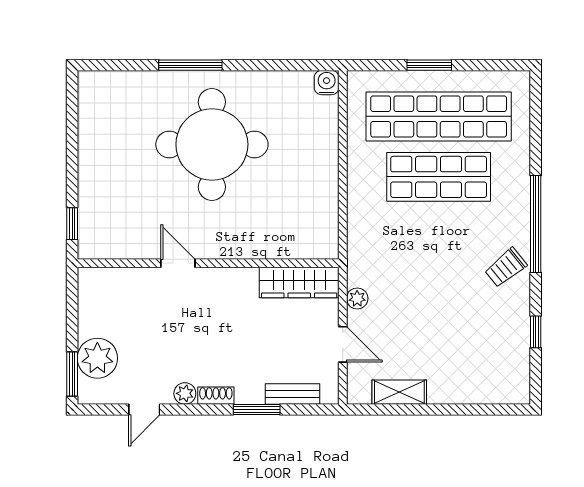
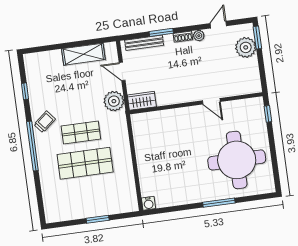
shop shelf: (439, 116) -> (81, 133), moved, width x0.50, depth x0.74
round table: (212, 144) -> (237, 160), moved
wardrobe: (299, 282) -> (142, 101), width x0.67
plant: (357, 298) -> (114, 101), width x1.87, depth x1.87
shelving: (399, 392) -> (83, 54), width x1.50, depth x1.33
bench: (293, 394) -> (144, 43), width x1.36

